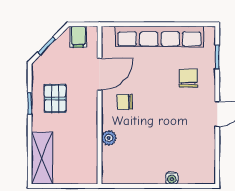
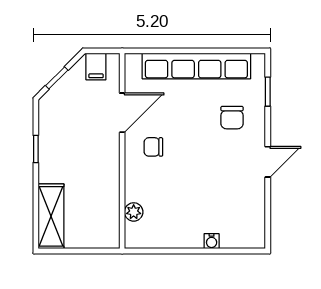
chair: (188, 78) -> (232, 118), turned 180
pallet: (55, 98) -> (67, 143), removed
plant: (109, 138) -> (134, 212), moved

